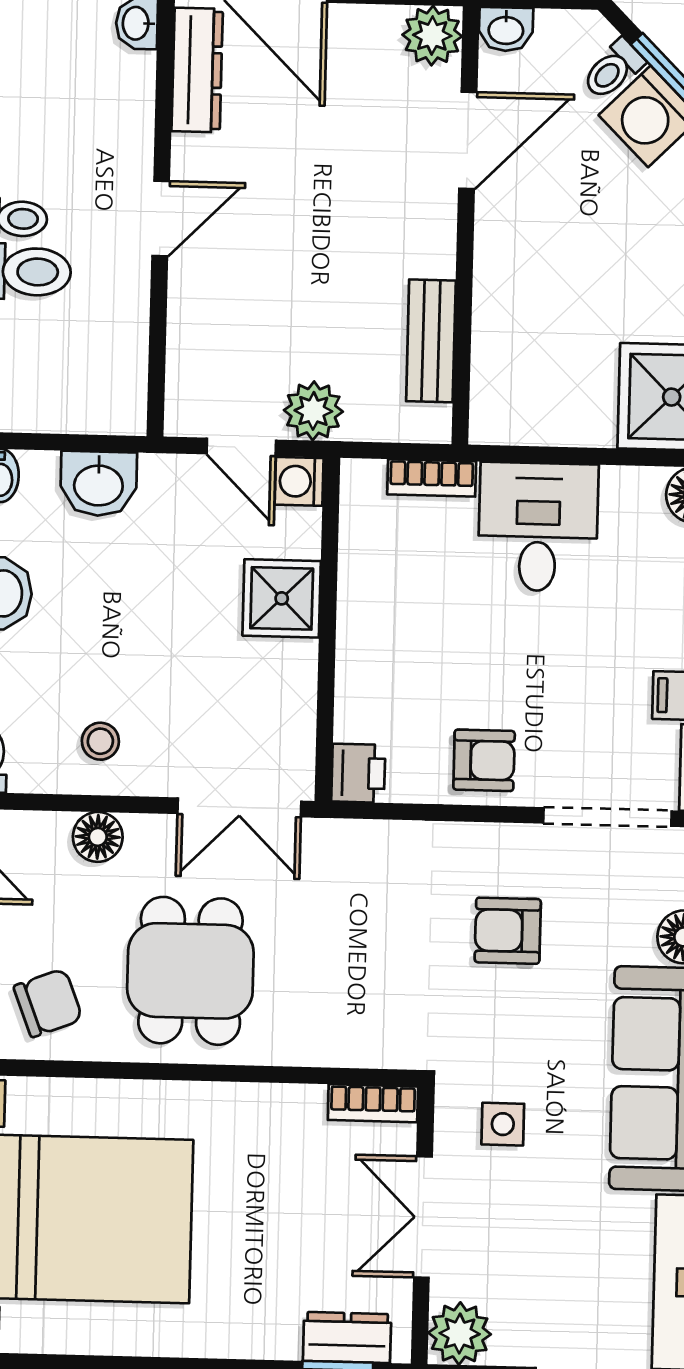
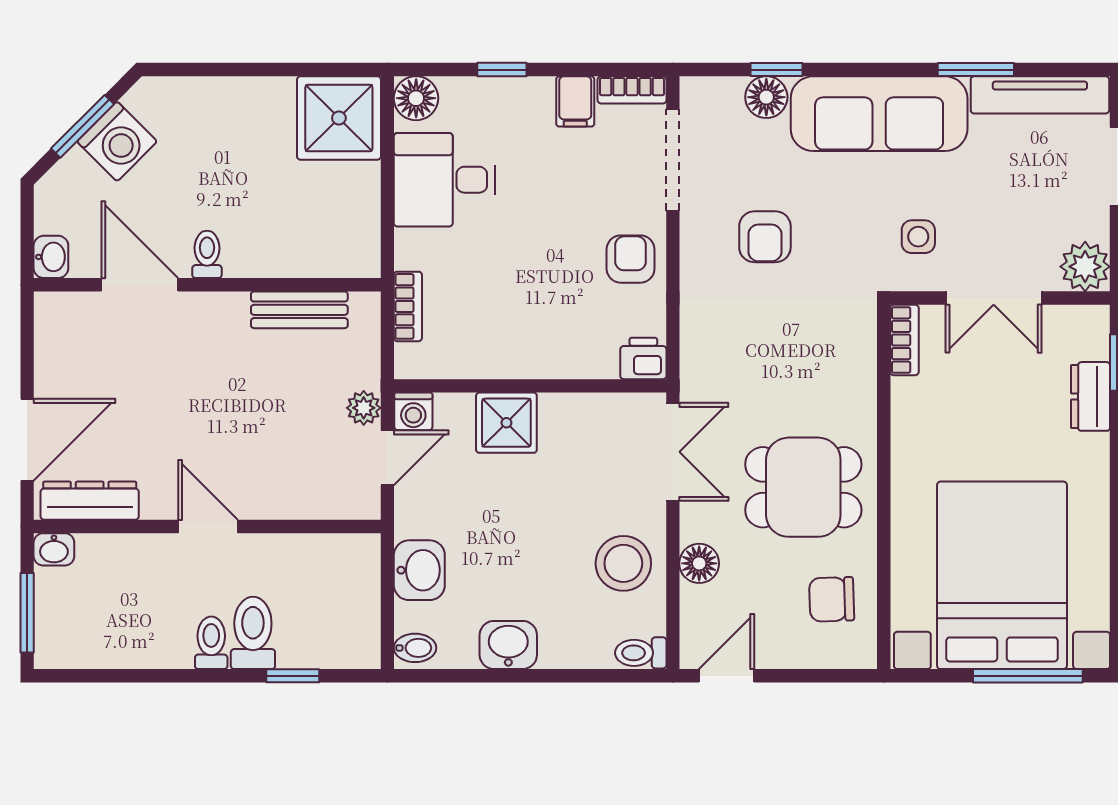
plant: (432, 35) -> (57, 315), removed
toilet: (613, 70) -> (207, 254), moved, turned -135
plant: (313, 411) -> (364, 408), width x0.73, depth x0.73
desk: (538, 527) -> (444, 180), moved
stool: (100, 741) -> (623, 563), width x1.89, depth x1.89
chair: (48, 1003) -> (832, 599), turned -71
dresser: (347, 1337) -> (1091, 396), moved

